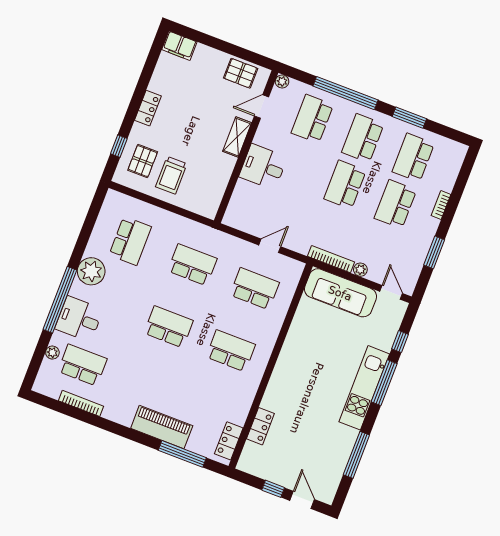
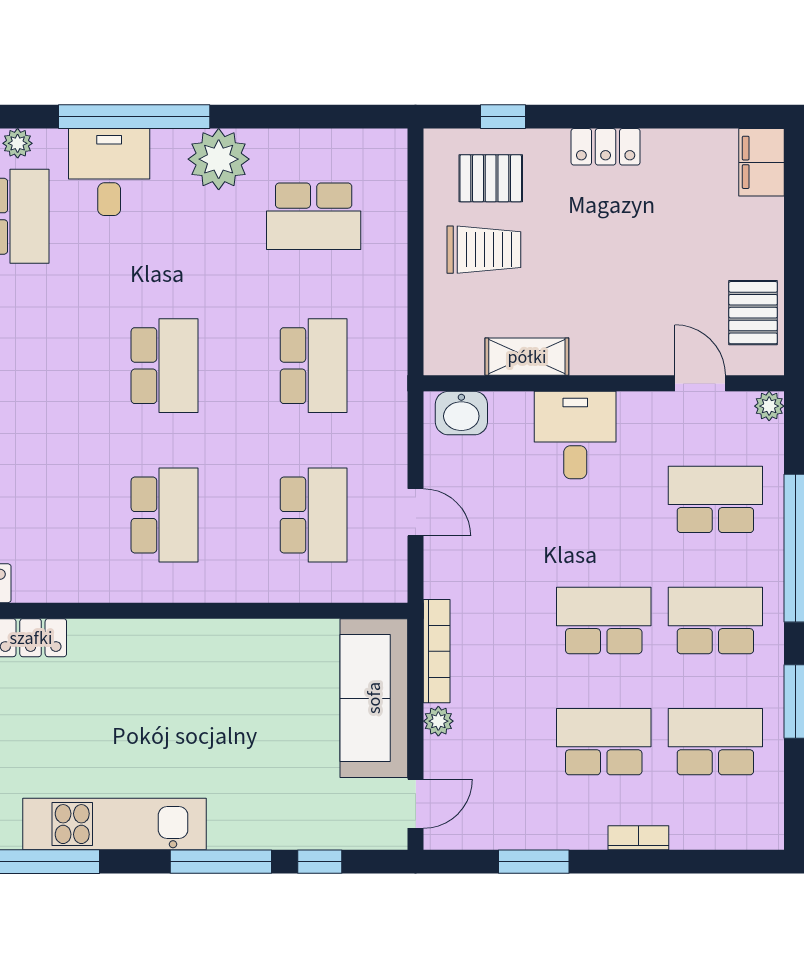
shelving: (237, 137) -> (527, 357), moved
trolley: (171, 175) -> (484, 250), turned 180
washbasin: (236, 211) -> (461, 413), added
kitchen unit: (364, 388) -> (114, 824), moved

